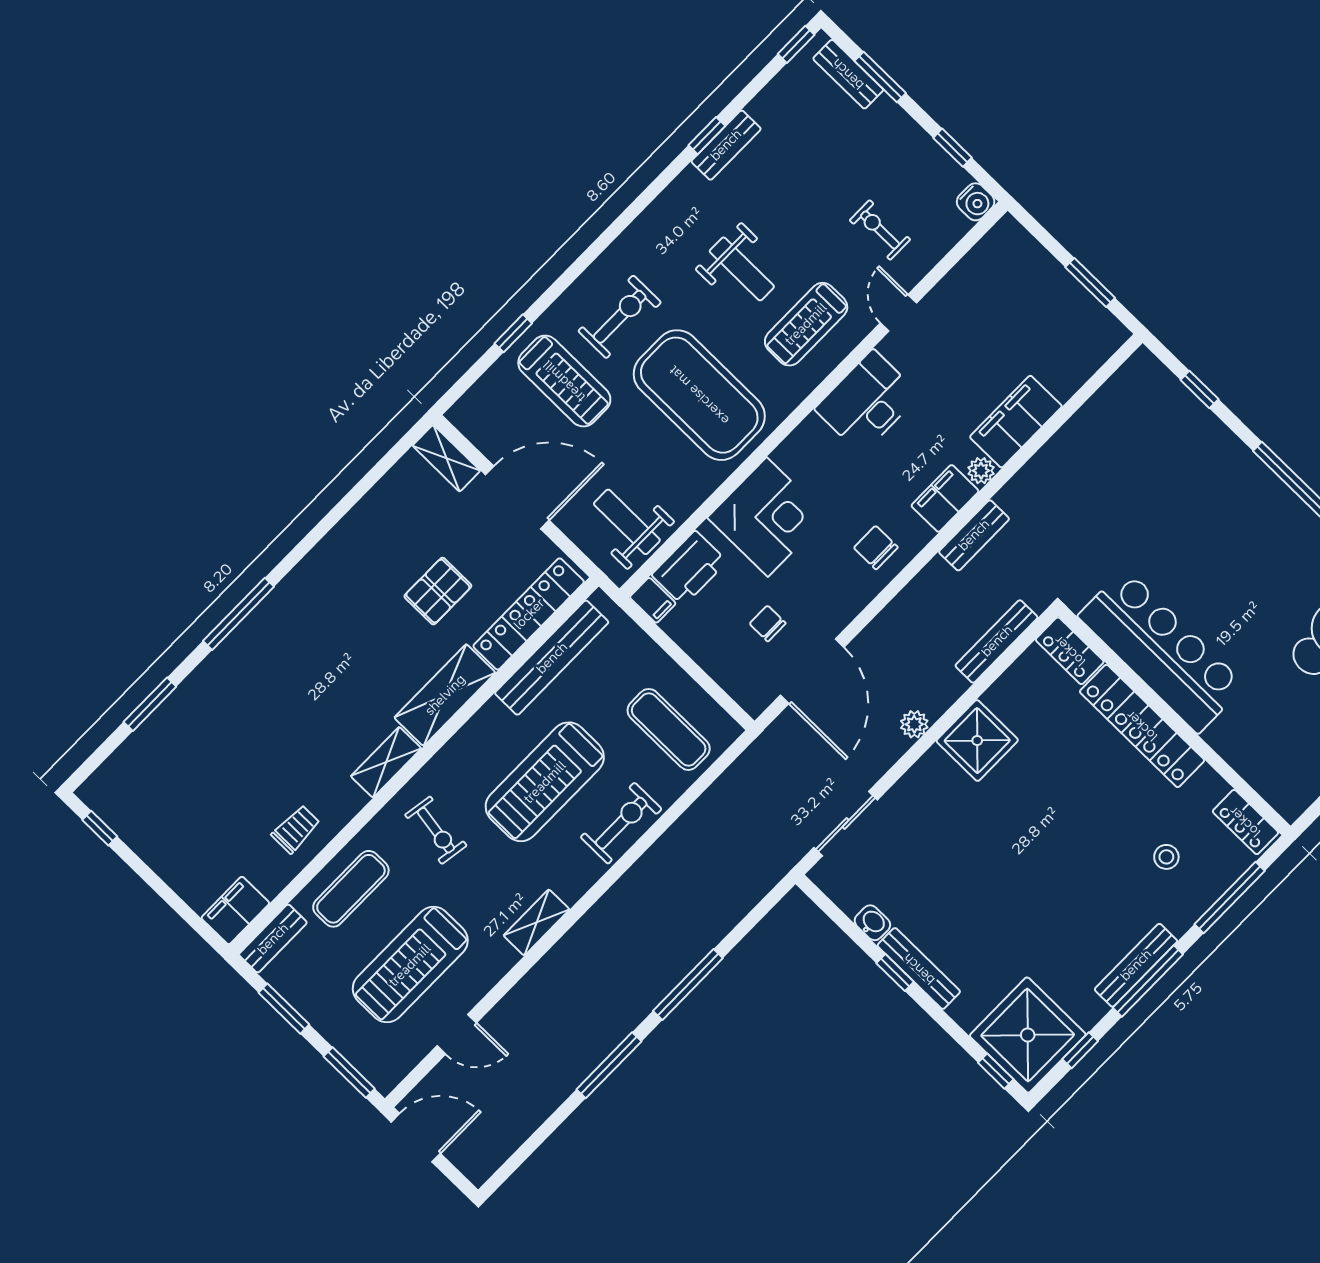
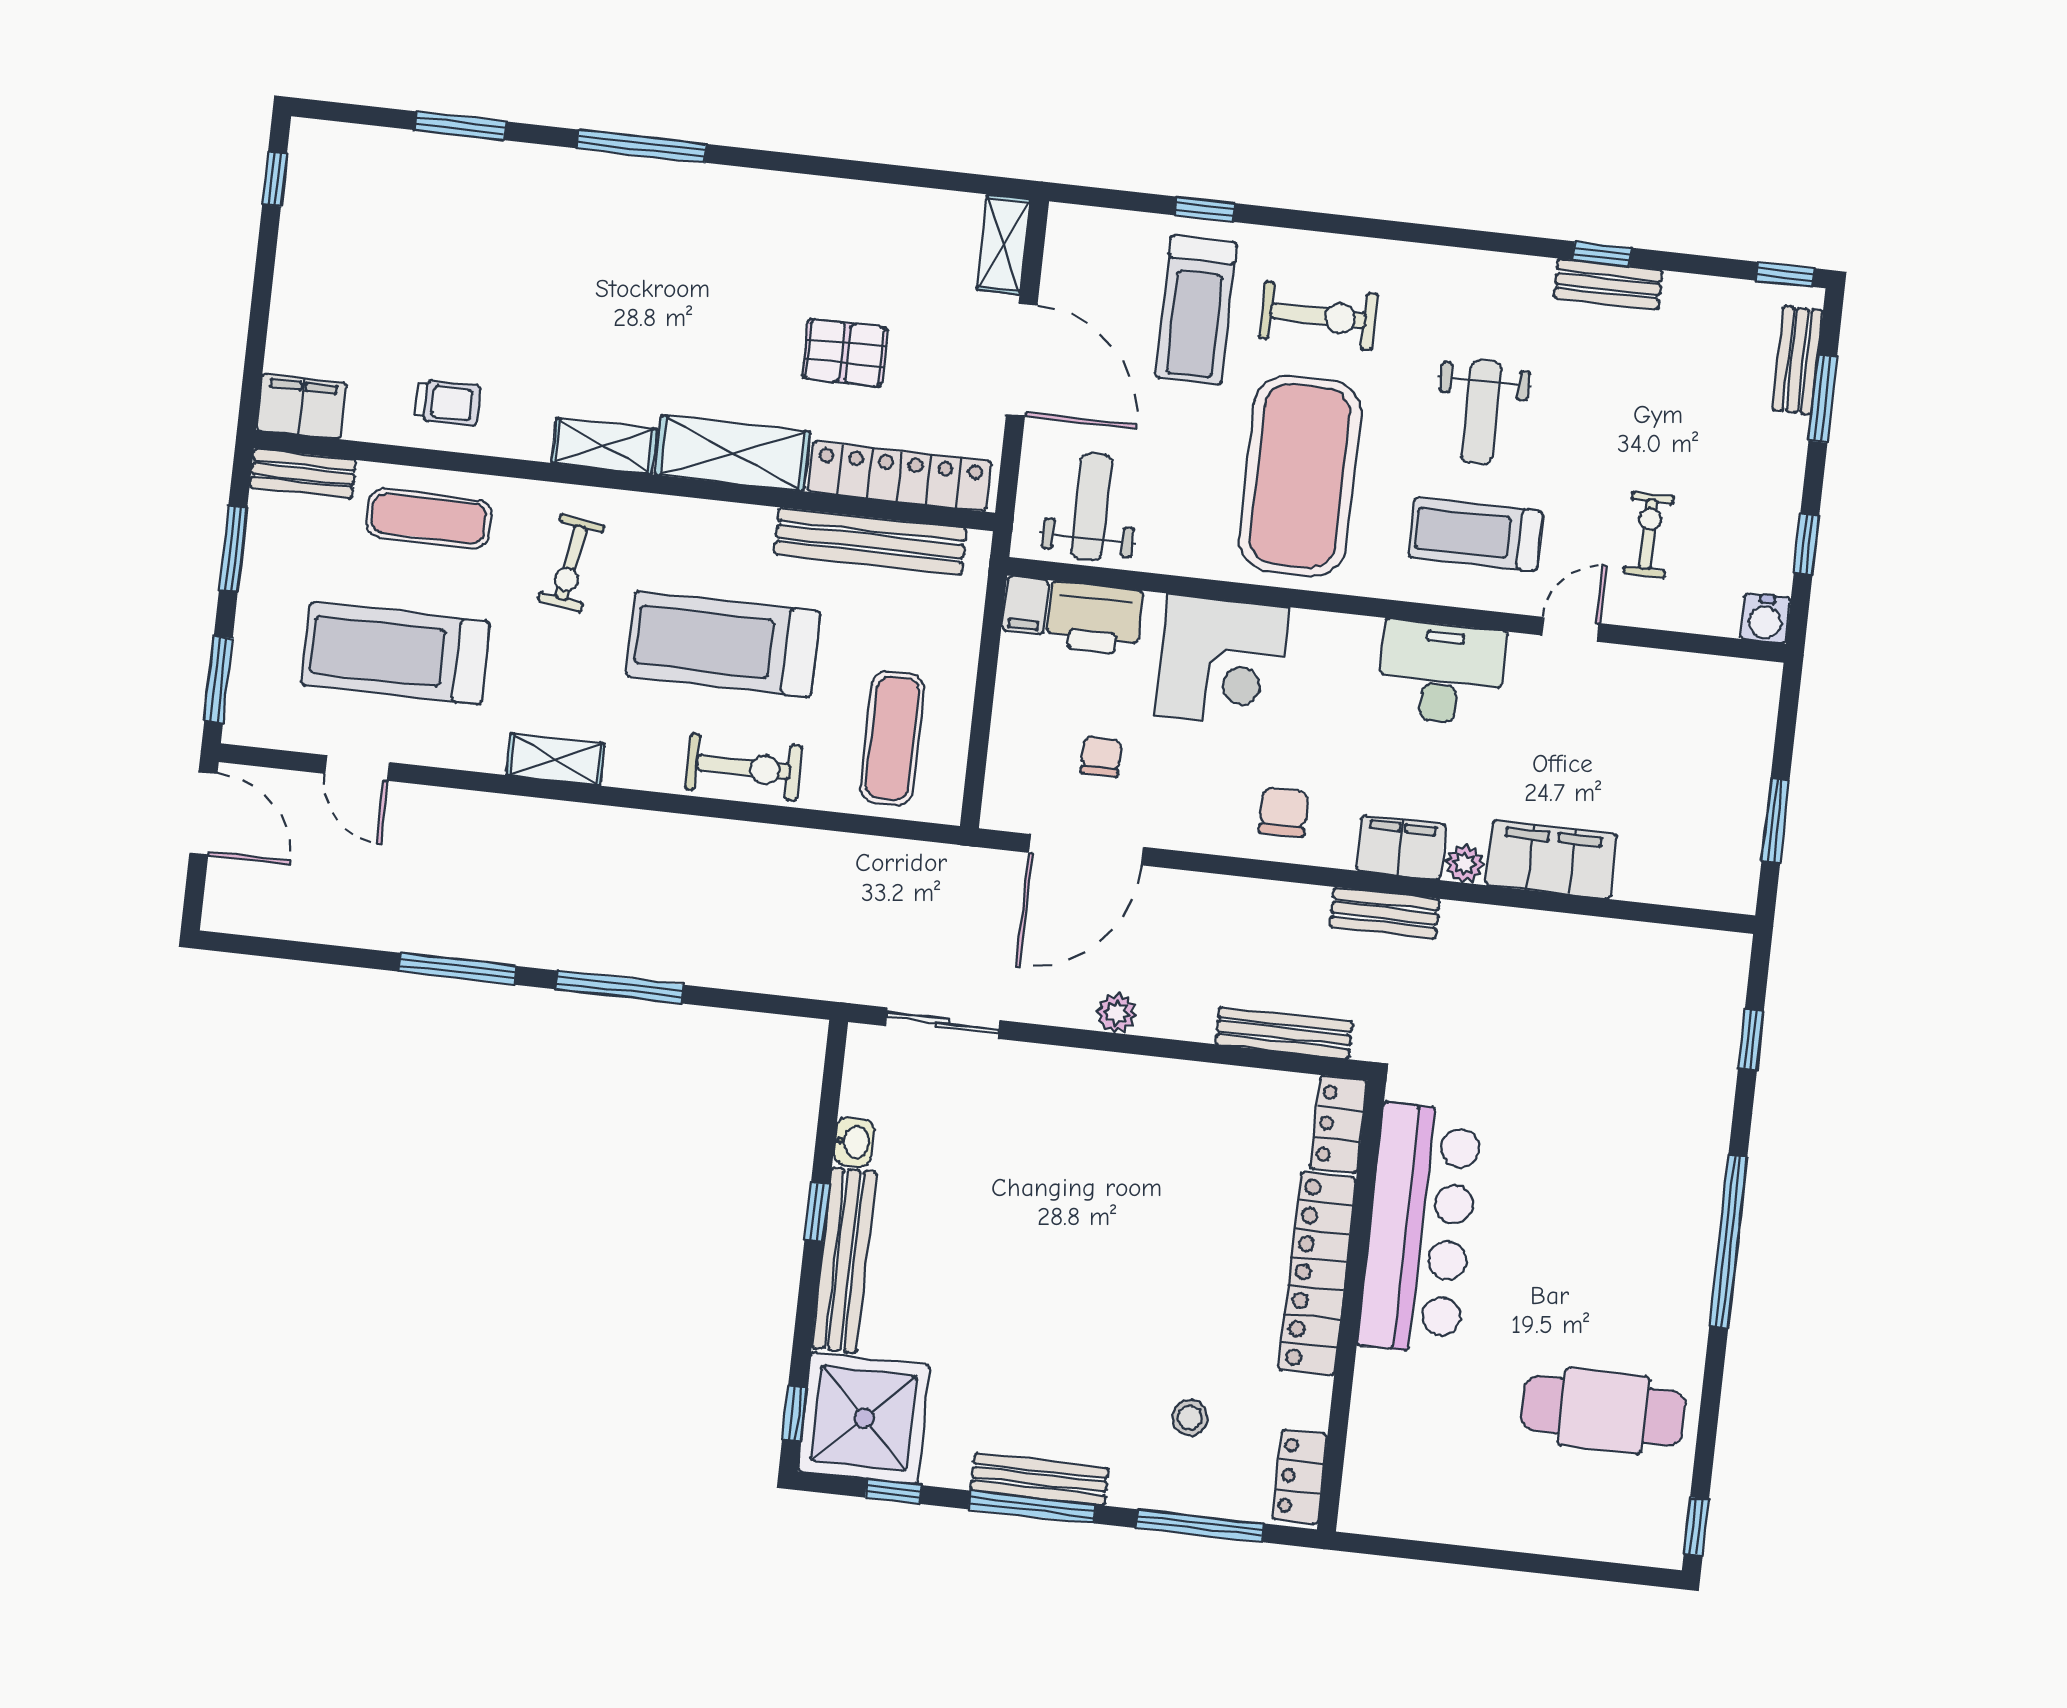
shower: (977, 741) -> (1154, 1099), removed
bench: (919, 969) -> (844, 1260), width x1.37, depth x1.21

